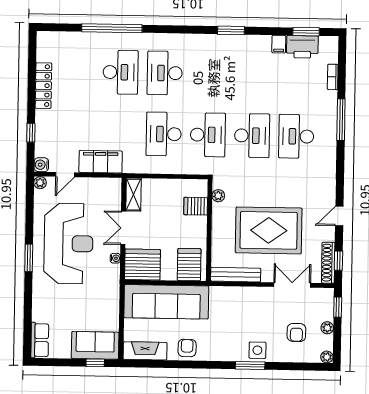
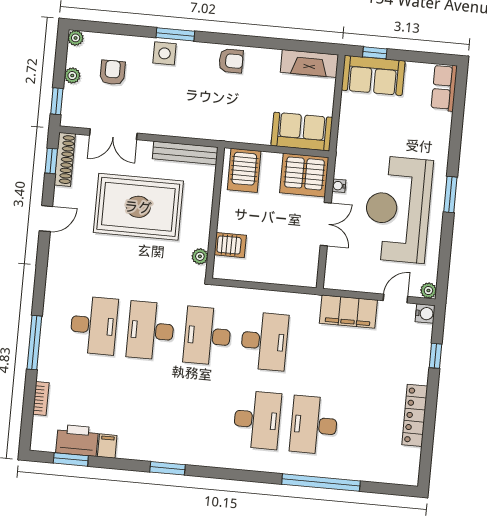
shelving: (133, 195) -> (309, 266), removed
sofa: (166, 302) -> (302, 132), width x0.54, depth x0.79
armchair: (187, 348) -> (231, 61), moved, turned -91

